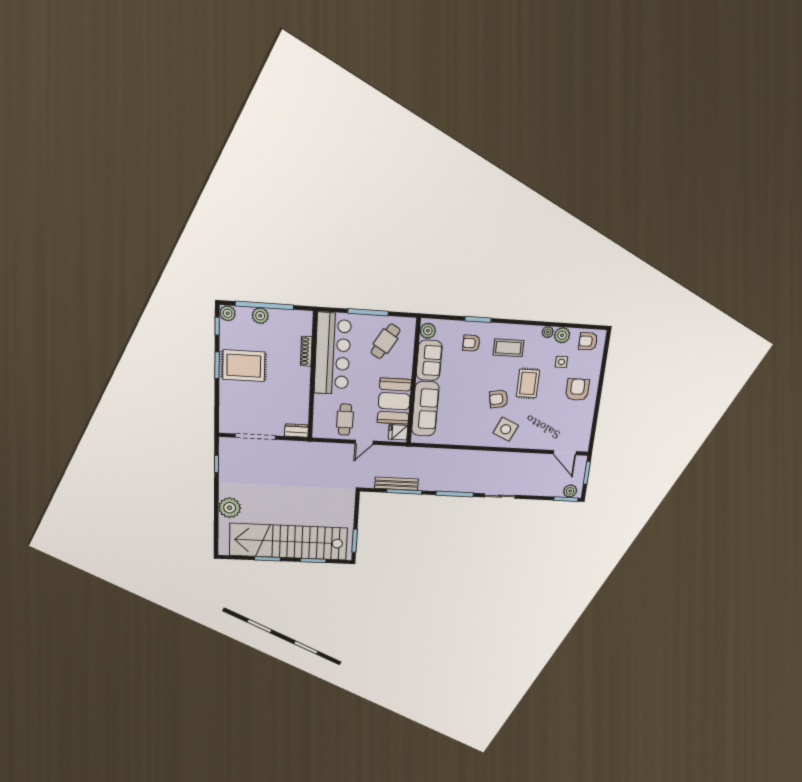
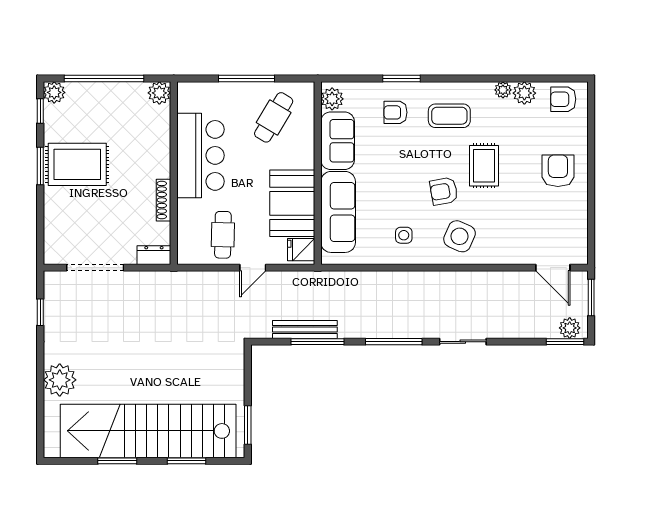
plant: (260, 316) -> (159, 93), moved
shoe rack: (306, 351) -> (164, 200), moved
bar counter: (333, 354) -> (200, 155), width x0.73
side table: (561, 362) -> (404, 235), moved

